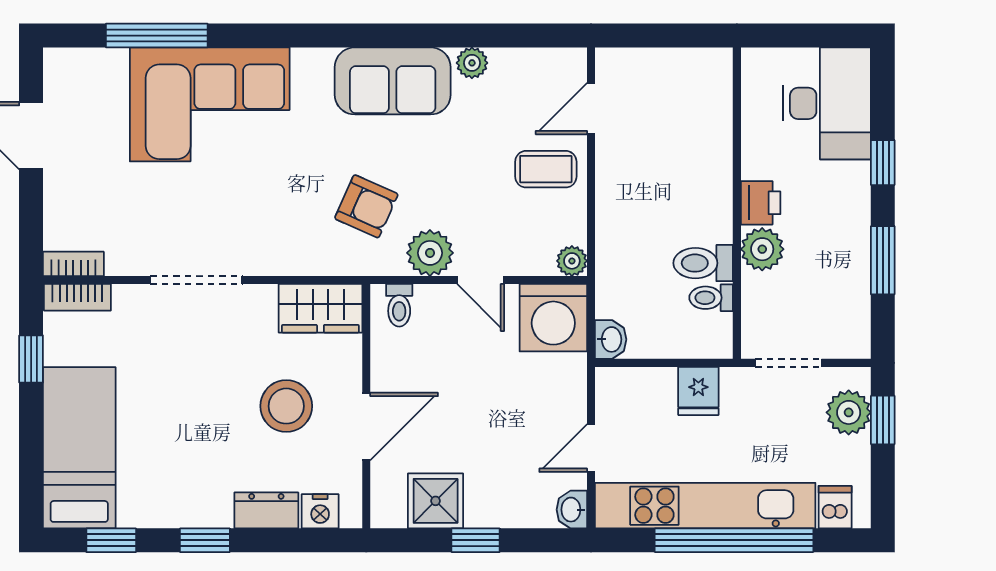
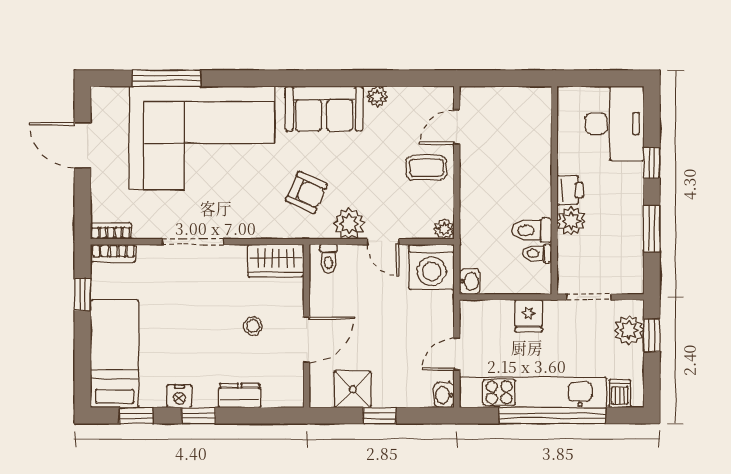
corner sofa: (210, 104) -> (202, 138), width x1.36, depth x1.36
stool: (286, 406) -> (253, 326), width x0.53, depth x0.53
nightstand: (320, 511) -> (179, 396), moved

